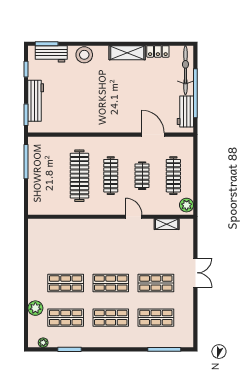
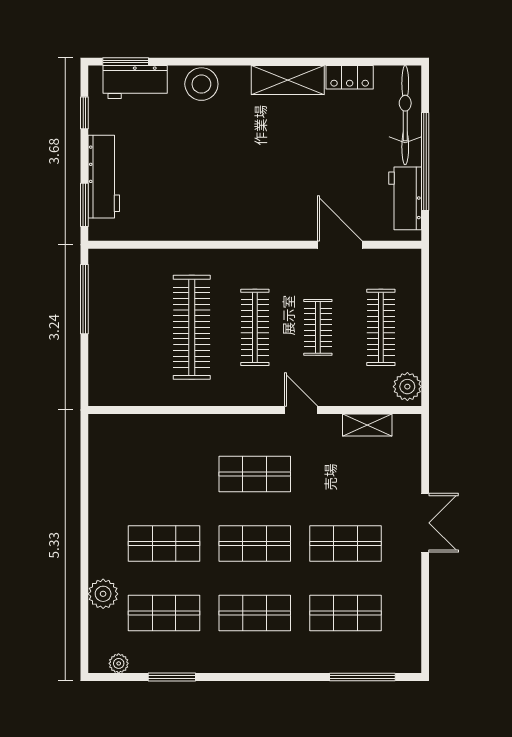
shop shelf: (111, 249) -> (255, 474), added

